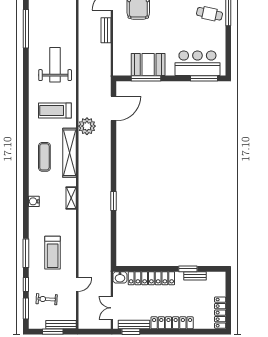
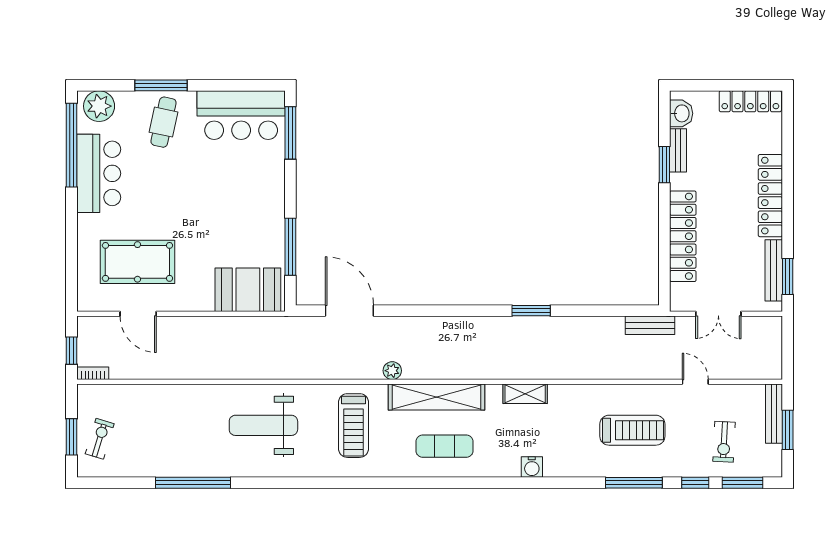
bench: (106, 30) -> (650, 325), moved
bar counter: (197, 63) -> (241, 115), moved, turned -90
booth: (148, 65) -> (248, 290), moved, turned 90
plant: (87, 126) -> (392, 371), width x0.53, depth x0.53
washbasin: (120, 277) -> (681, 113), moved
double door: (112, 308) -> (718, 314), moved

